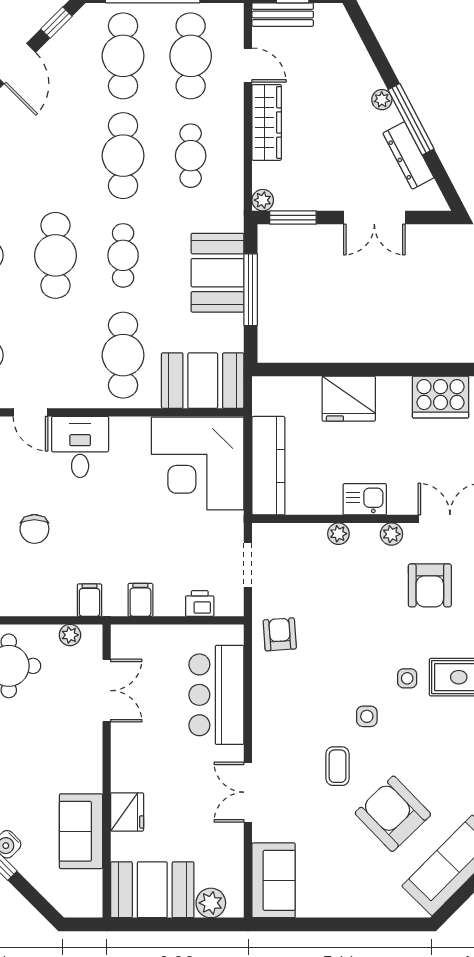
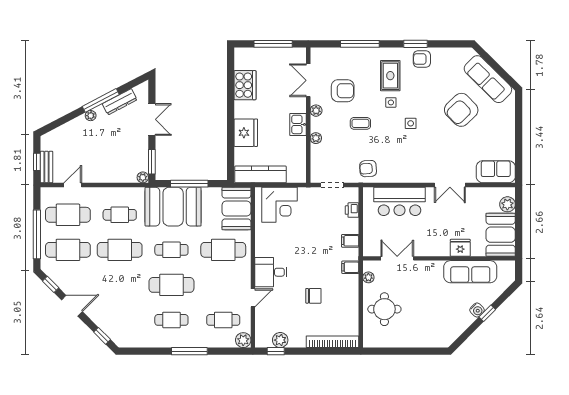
wardrobe: (267, 122) -> (102, 175), removed
booth: (218, 273) -> (173, 207), width x1.36, depth x1.42
corner desk: (198, 464) -> (279, 205), width x0.74, depth x0.74
kitchen counter: (268, 466) -> (260, 174), moved
coffee table: (338, 766) -> (360, 123), moved
sofa: (81, 831) -> (470, 272), width x1.36

